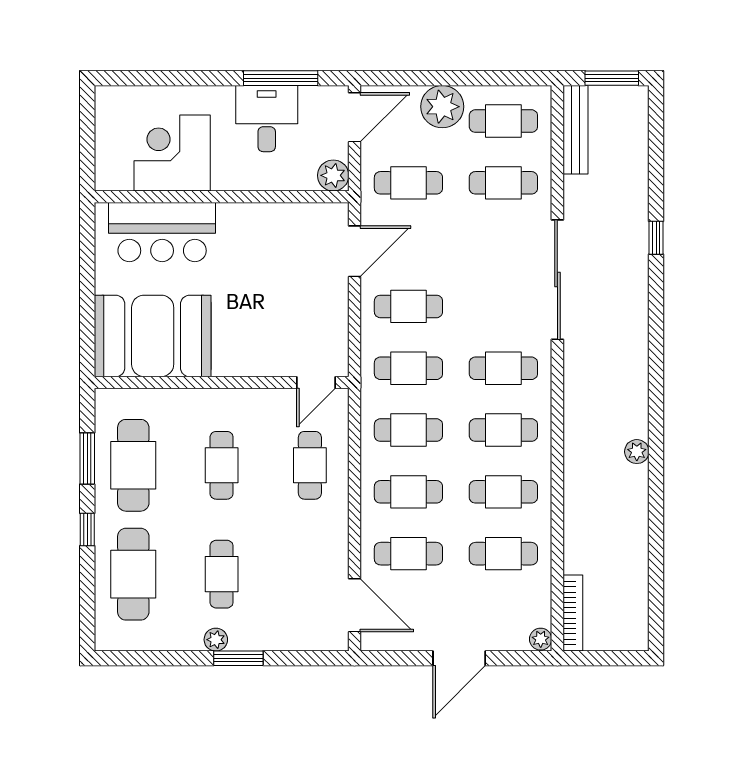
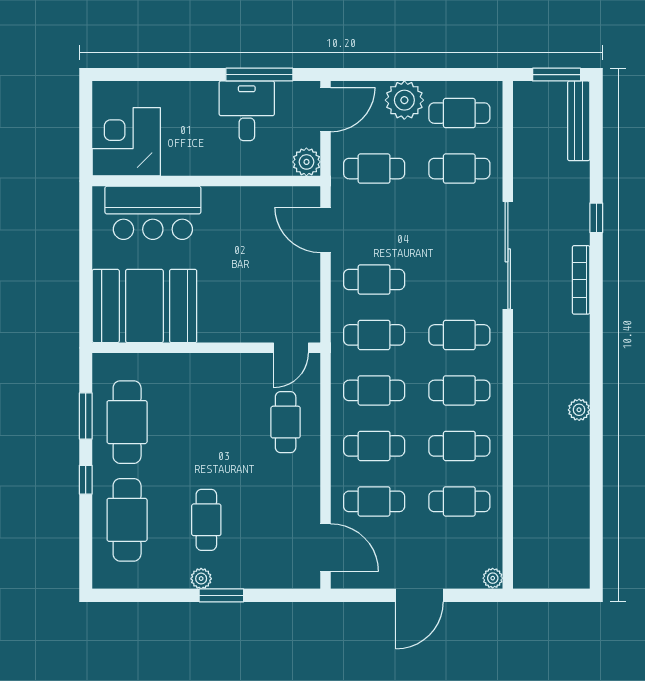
bench: (576, 130) -> (579, 121), moved
corner desk: (172, 153) -> (126, 142), moved
door: (354, 251) -> (326, 230), swing flipped
cafe table: (222, 465) -> (206, 422), removed
bookcase: (573, 613) -> (581, 280), moved, turned 180

